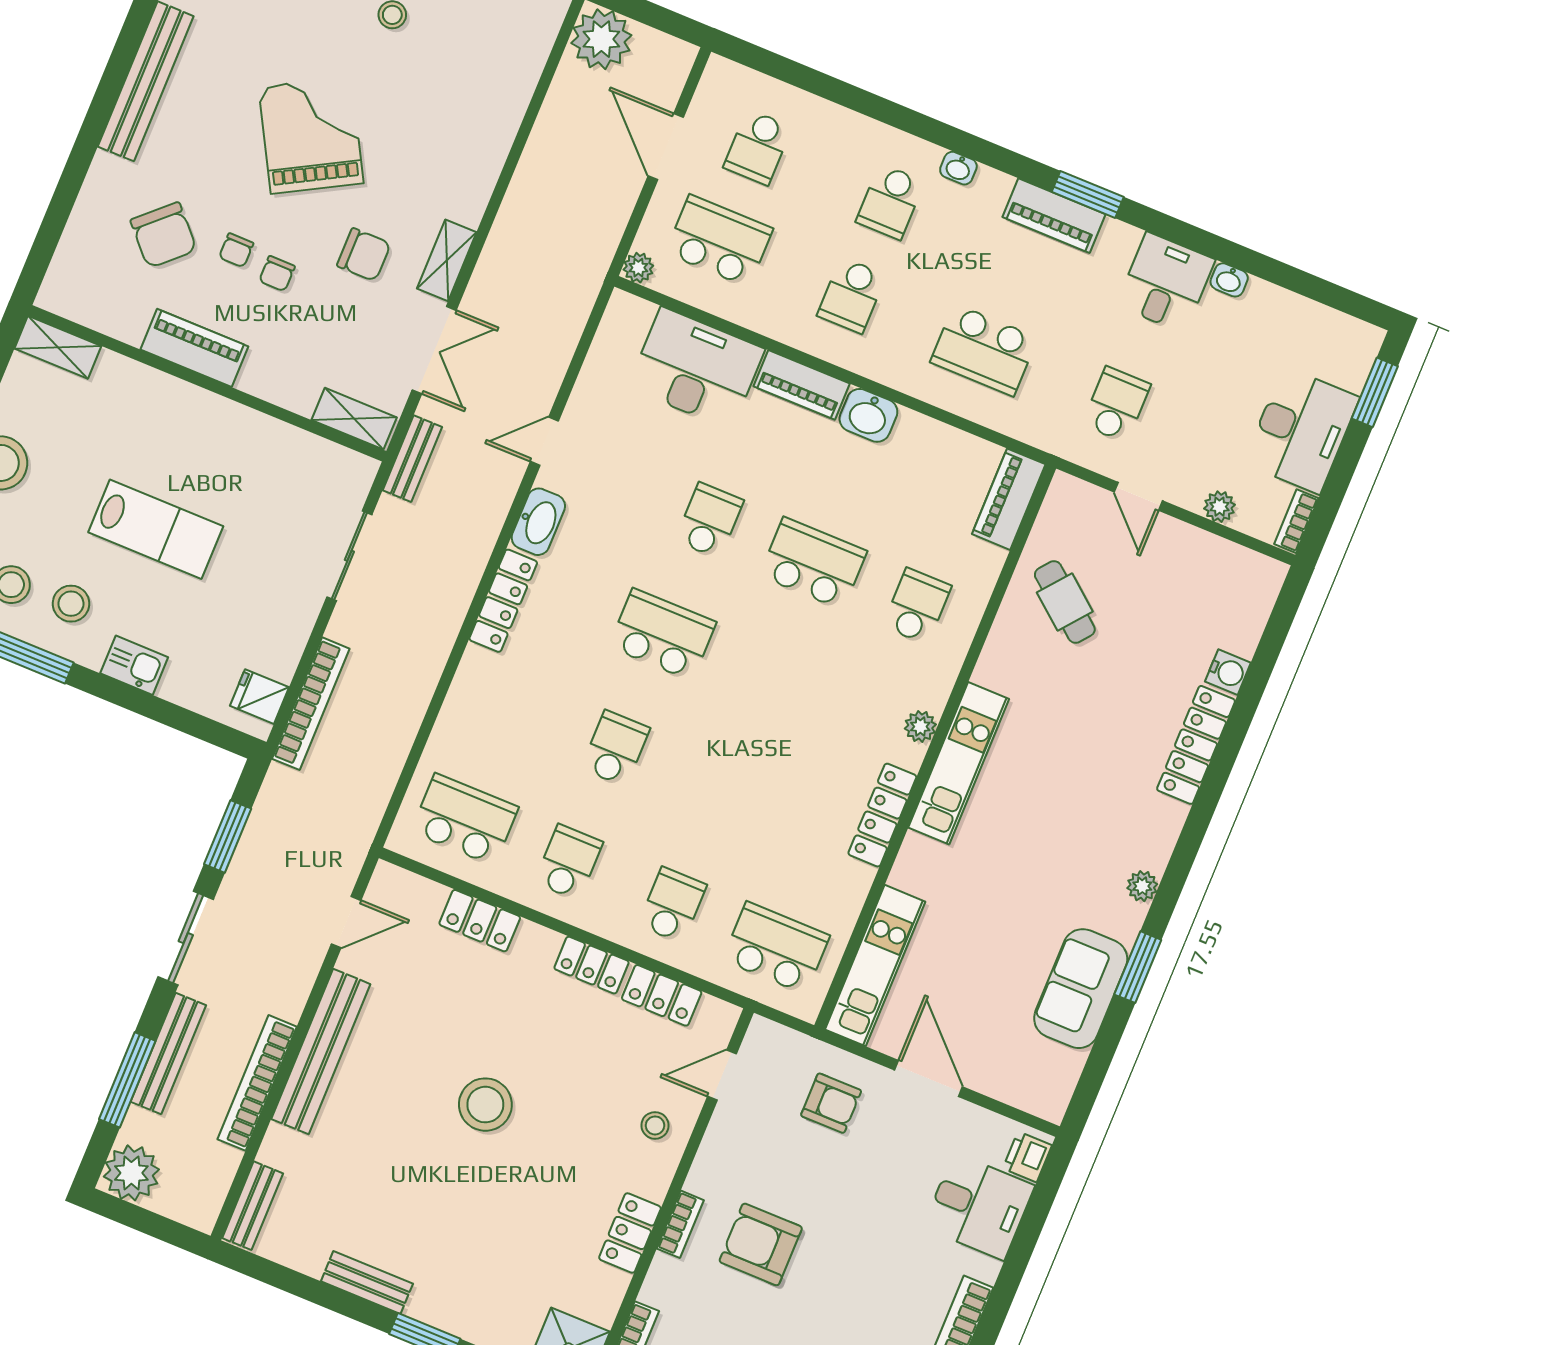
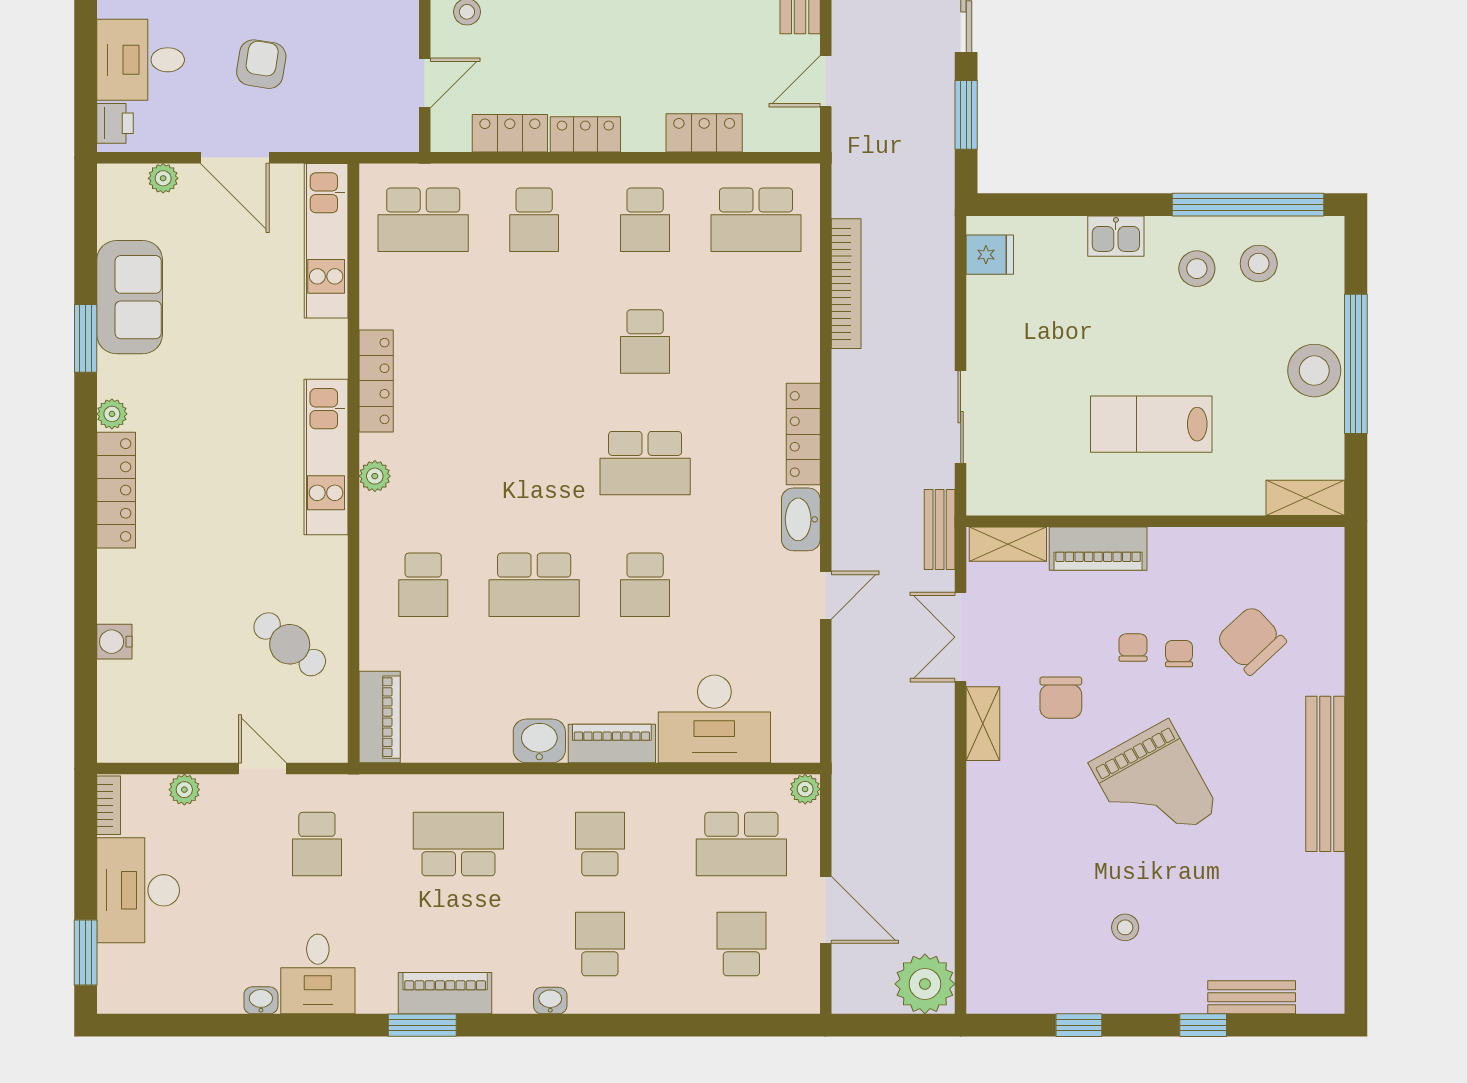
chair: (364, 255) -> (1061, 698), turned -90
piano: (194, 348) -> (1098, 549), moved
lab bench: (156, 529) -> (1151, 424), moved
bookcase: (311, 704) -> (846, 284), moved, turned 180
locker: (1196, 745) -> (116, 490), moved
plant: (1004, 1087) -> (163, 178), added
armchair: (831, 1103) -> (261, 64), moved, turned 99

